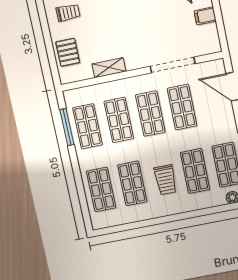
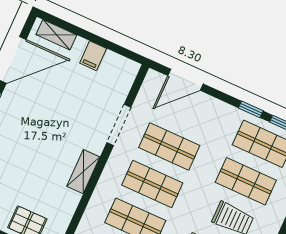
doorway: (173, 65) -> (119, 125), width x0.73
shelving: (109, 68) -> (83, 172), moved

